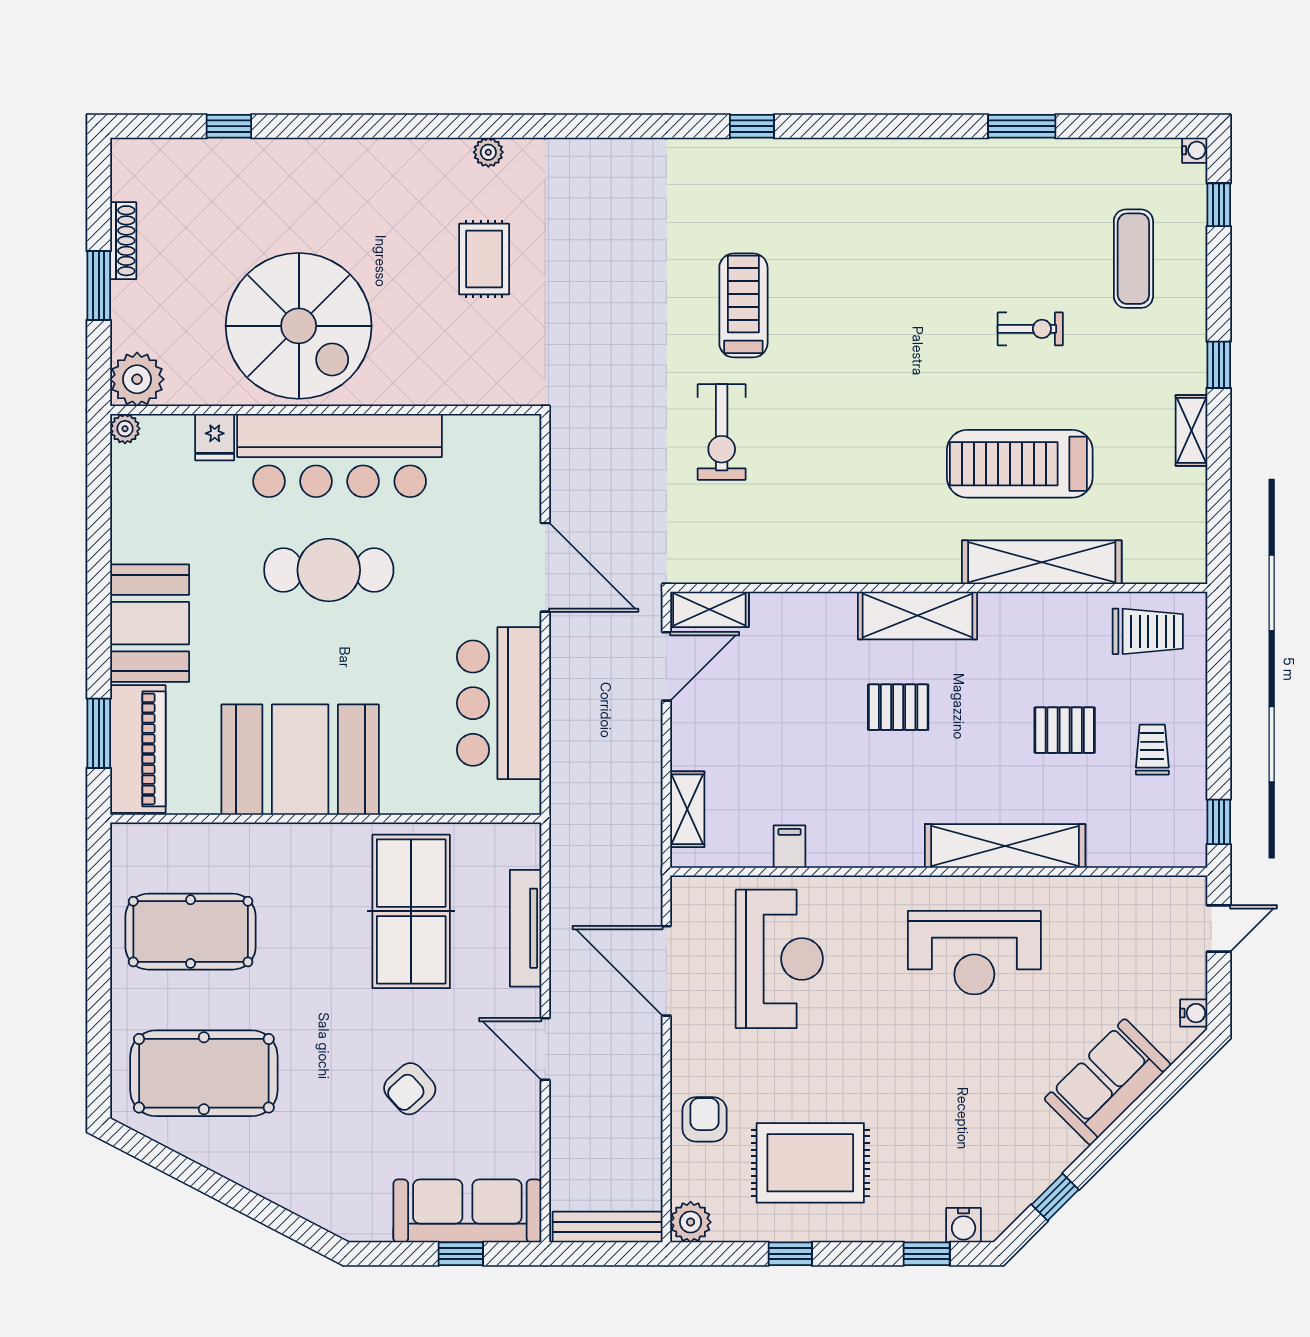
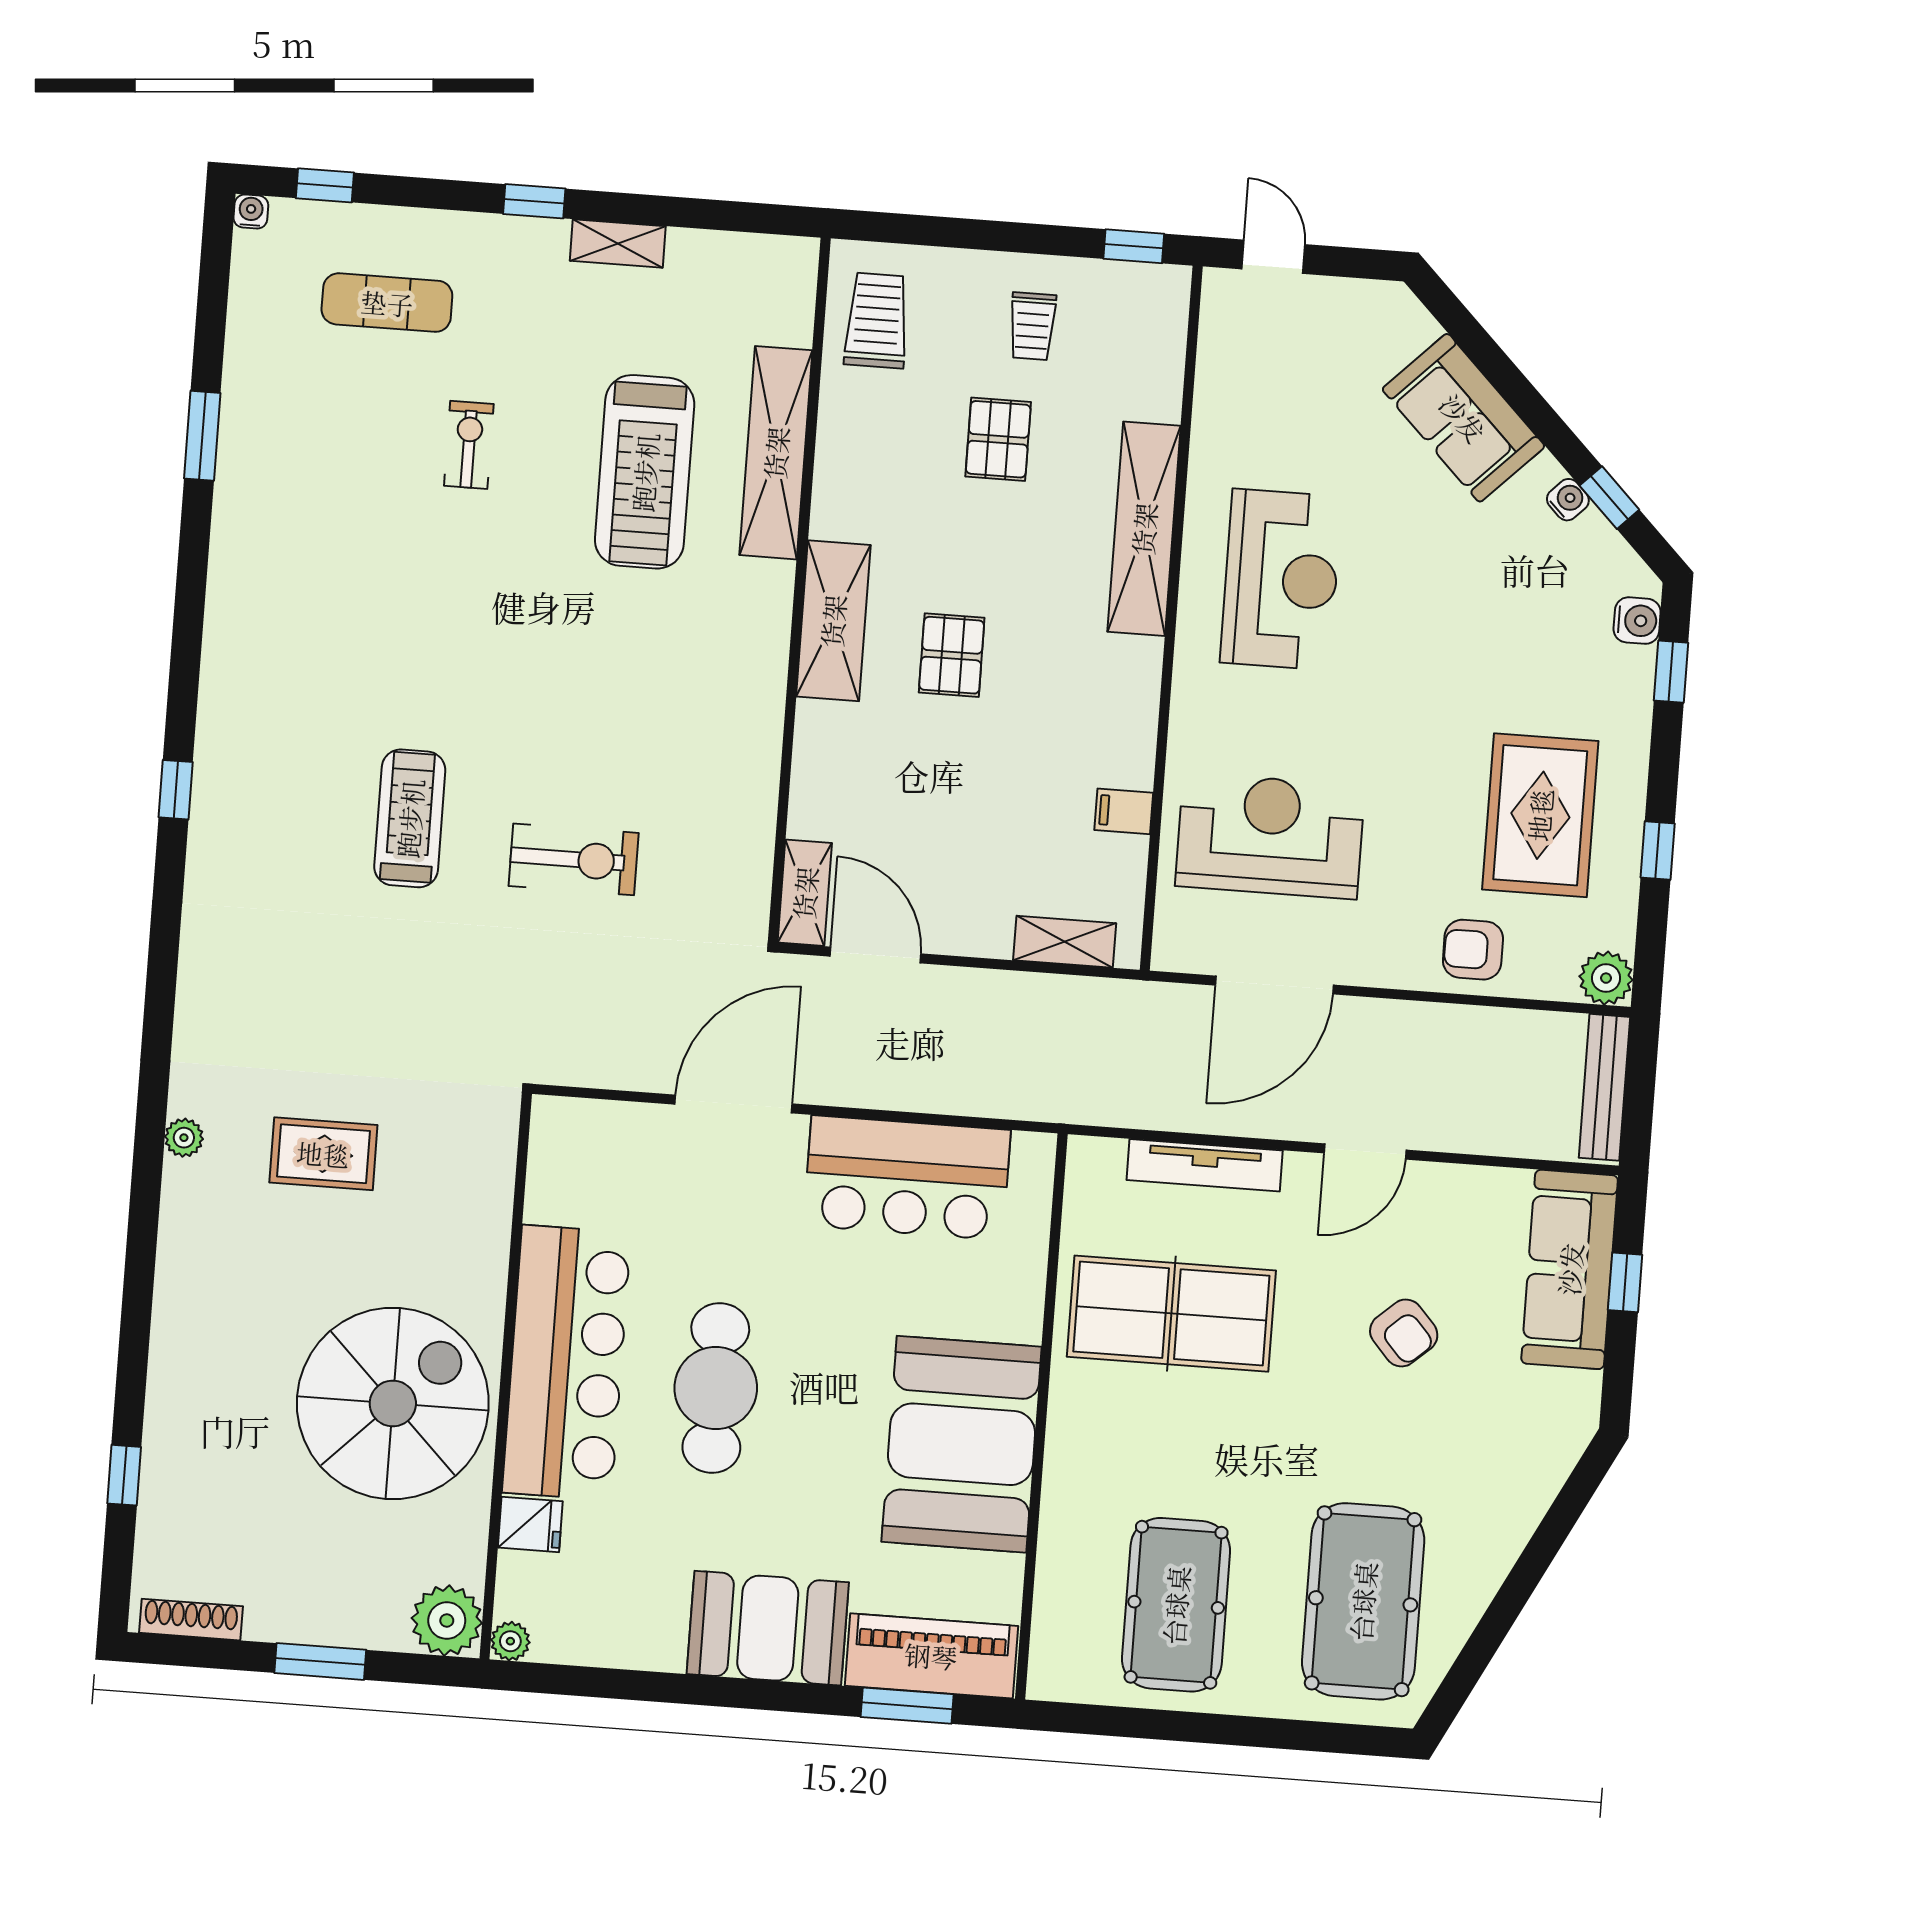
shoe rack: (123, 241) -> (191, 1620), moved
treadmill: (743, 305) -> (410, 818), turned 90
trolley: (1152, 750) -> (1032, 326), turned -90
water cooler: (1194, 1013) -> (1568, 500), moved, turned 45

